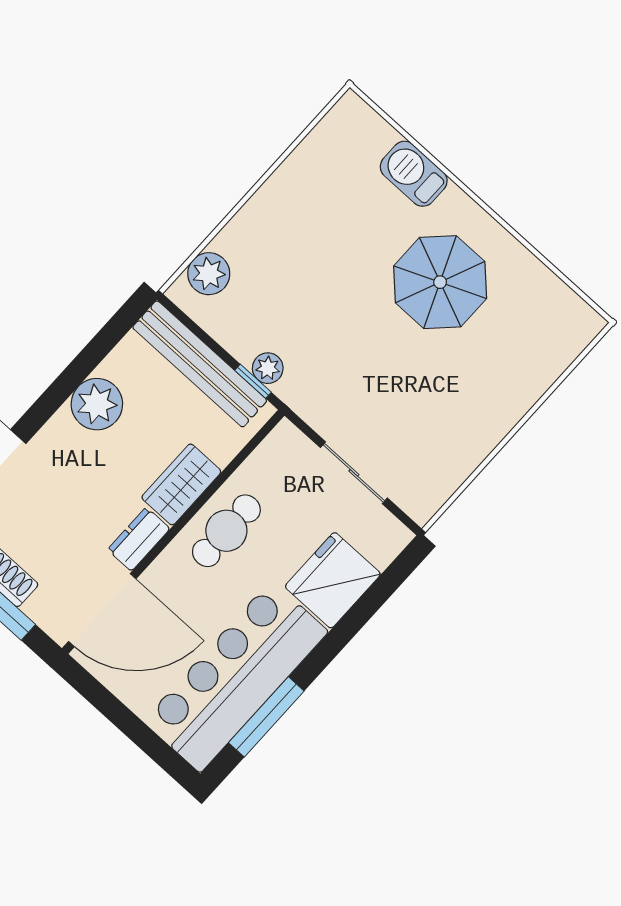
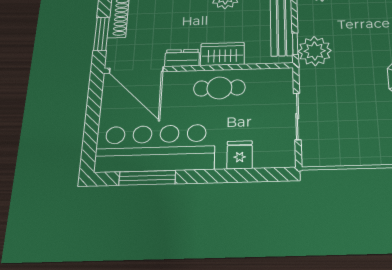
plant: (268, 368) -> (315, 51), width x1.88, depth x1.88
fridge: (333, 580) -> (240, 155), width x0.53, depth x0.75

